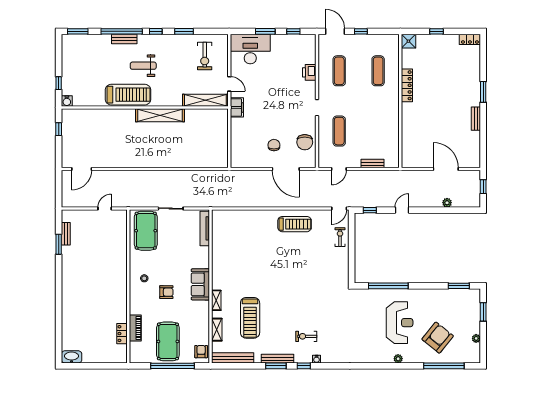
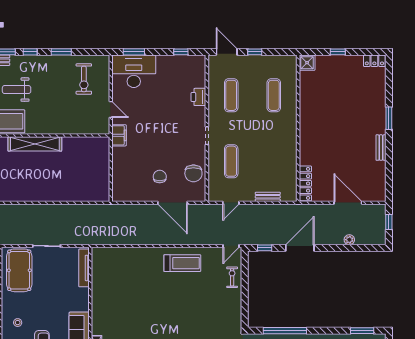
window: (265, 31) -> (134, 52), moved
locker: (407, 85) -> (305, 183), moved
shelving: (205, 100) -> (85, 127), removed
door: (402, 210) -> (300, 248), width x1.87

